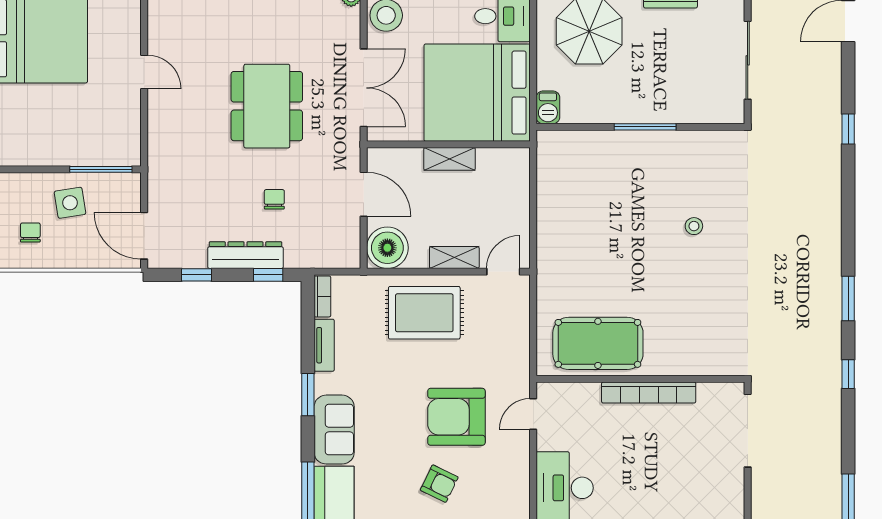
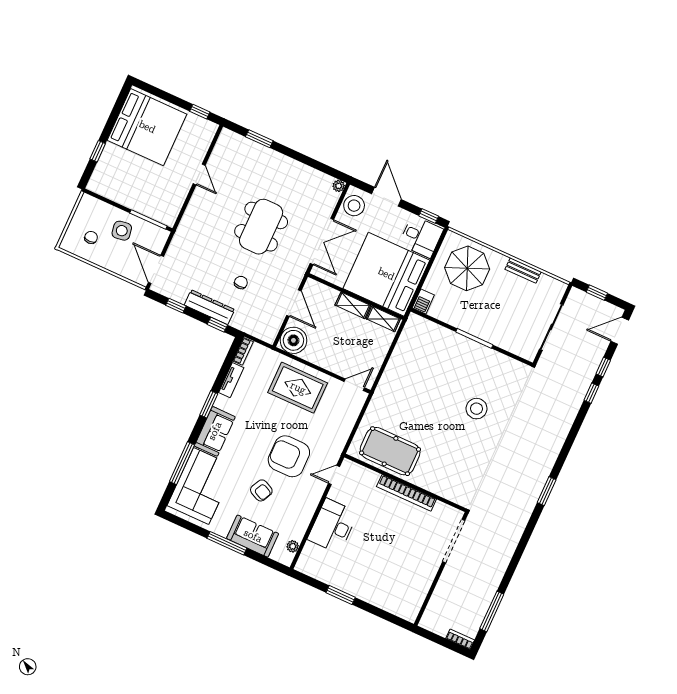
stool: (694, 226) -> (477, 409), width x1.89, depth x1.89
shelving: (454, 257) -> (383, 319), moved
window: (848, 374) -> (603, 367), moved

